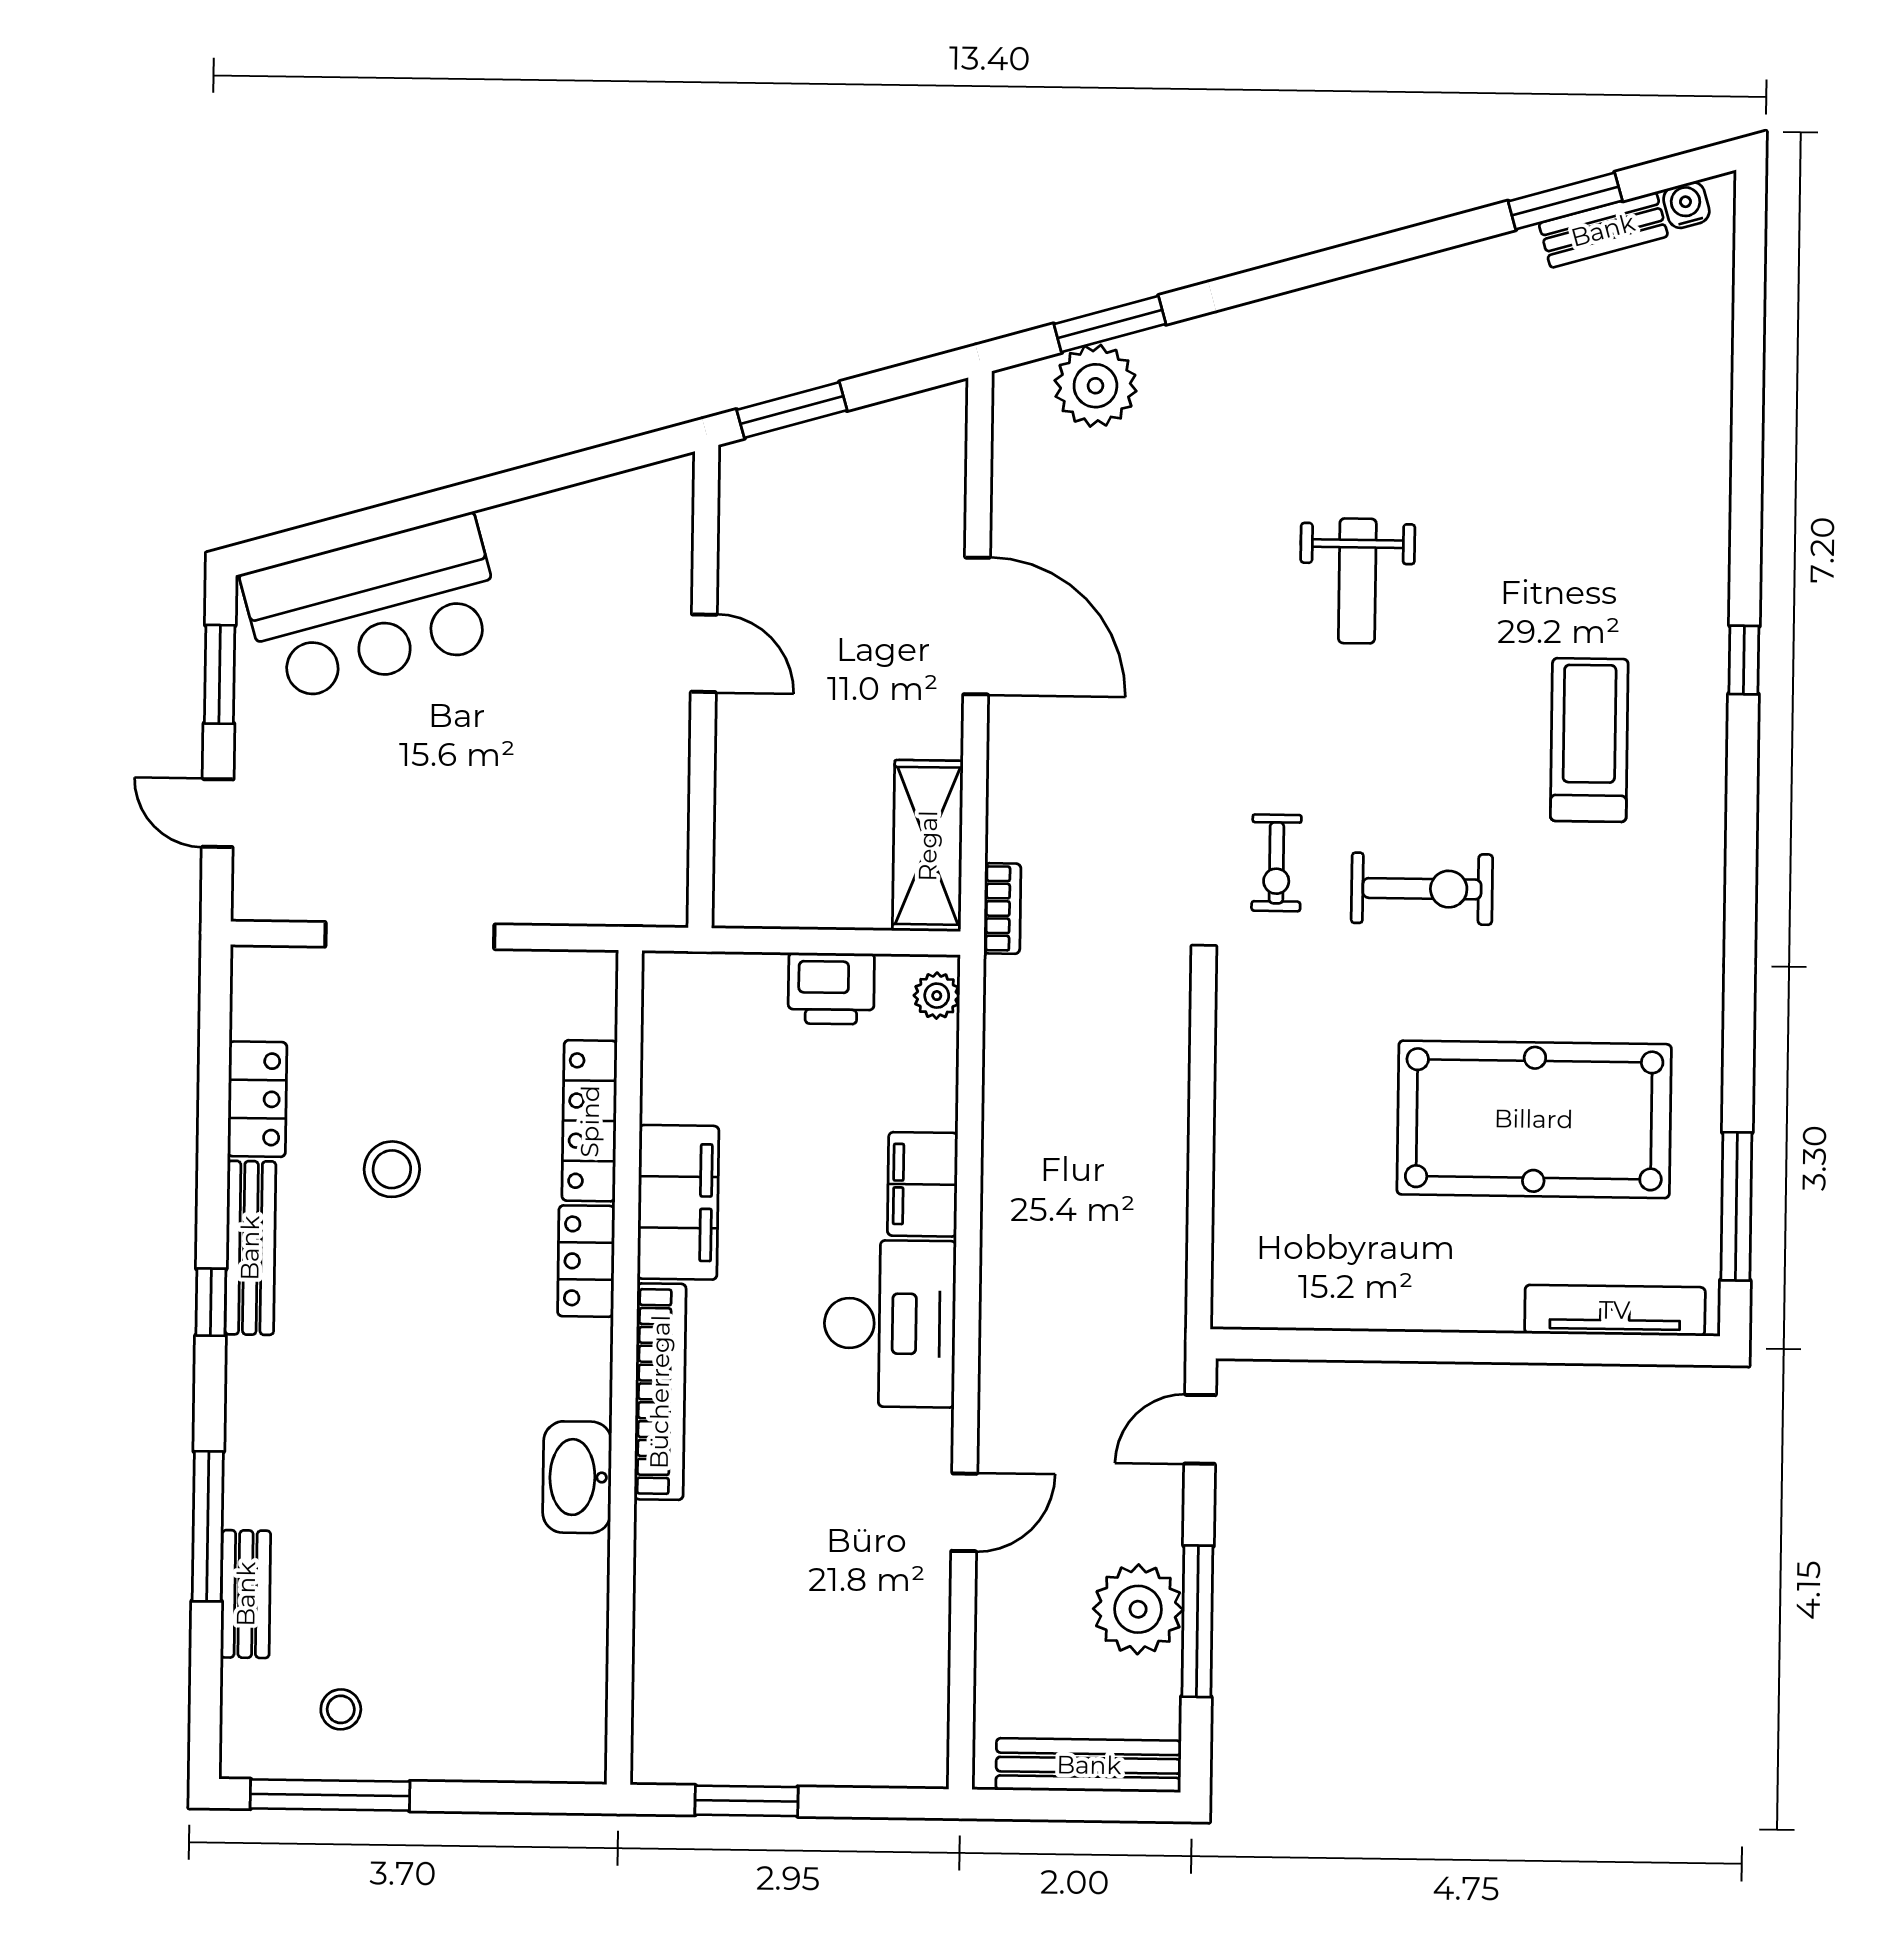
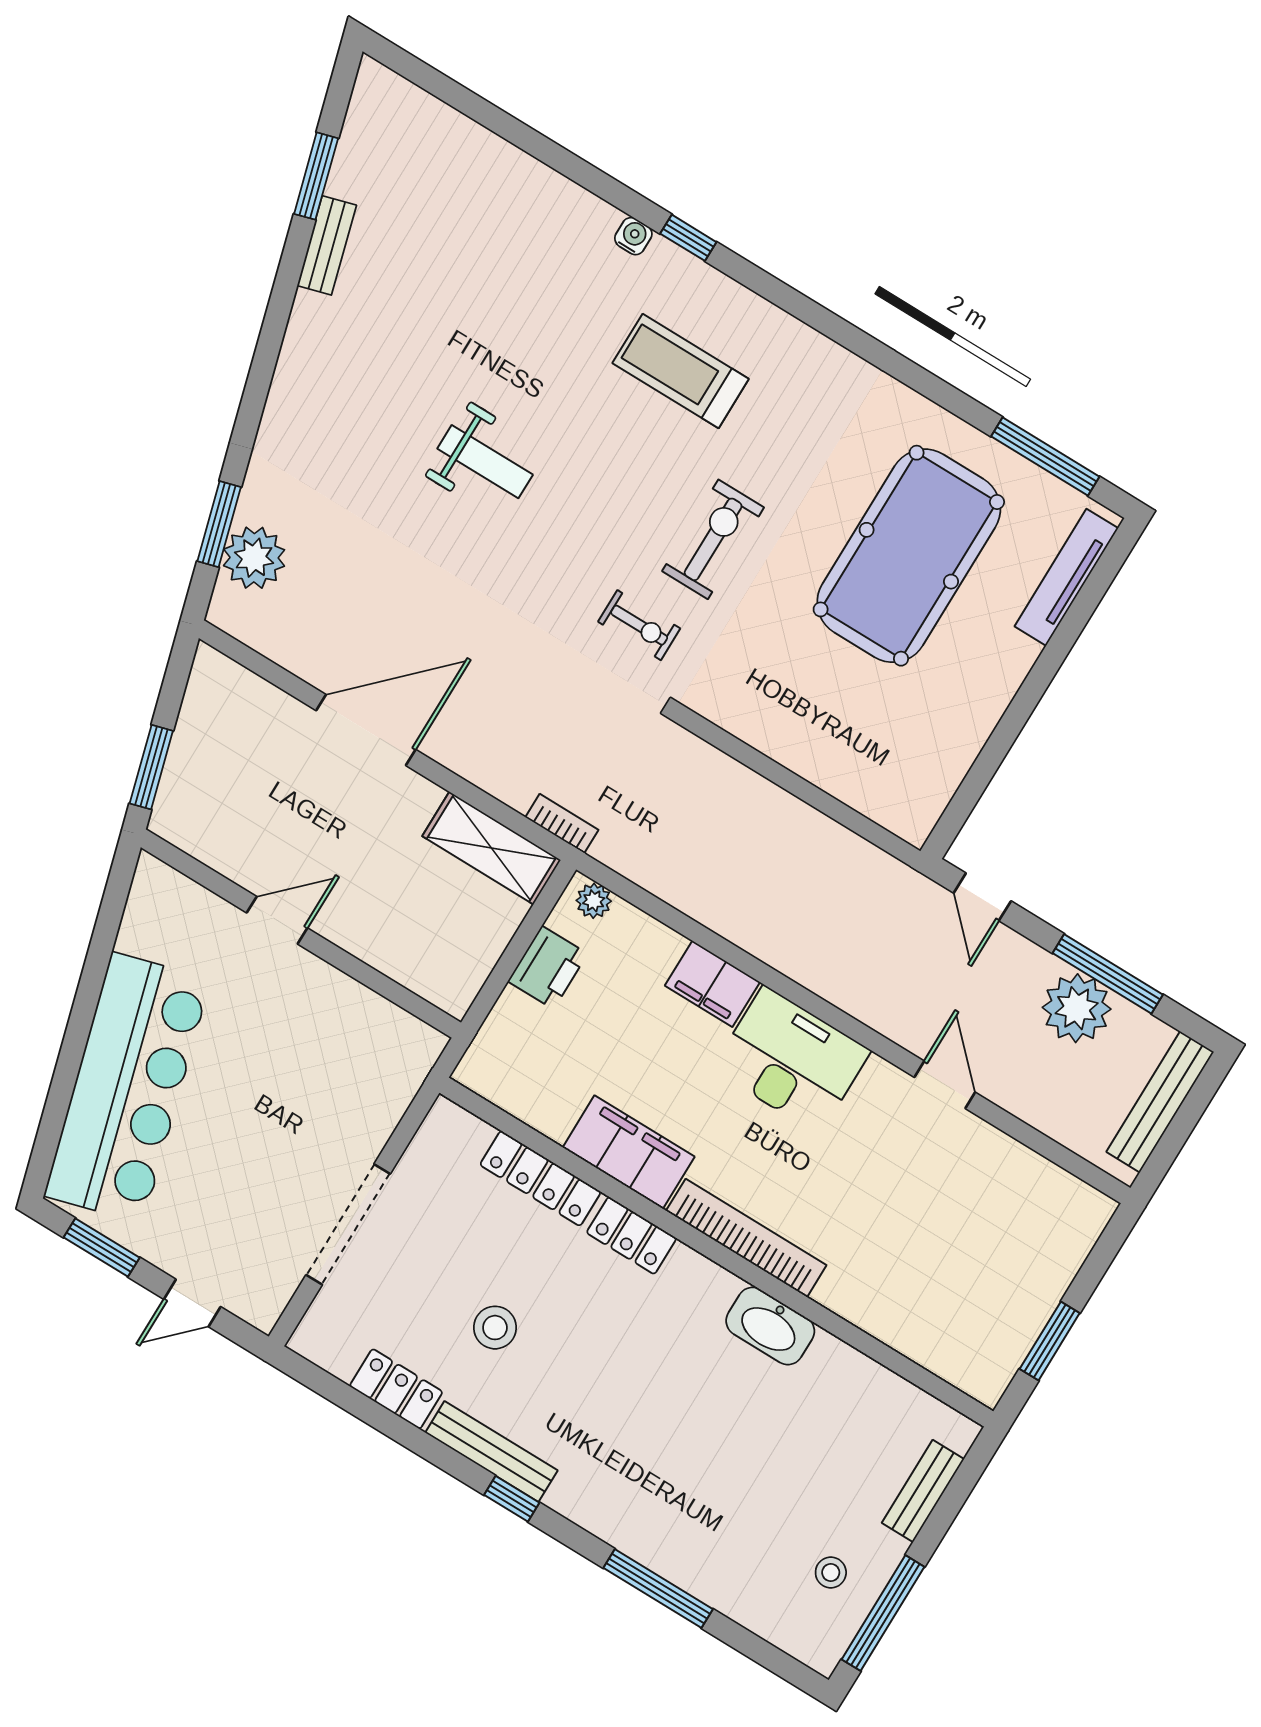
water cooler: (1686, 205) -> (633, 236), moved, turned 106
bench: (1603, 230) -> (327, 245), moved
bar counter: (374, 608) -> (127, 1088), width x1.36
bench: (246, 1594) -> (923, 1491), moved, turned 90

